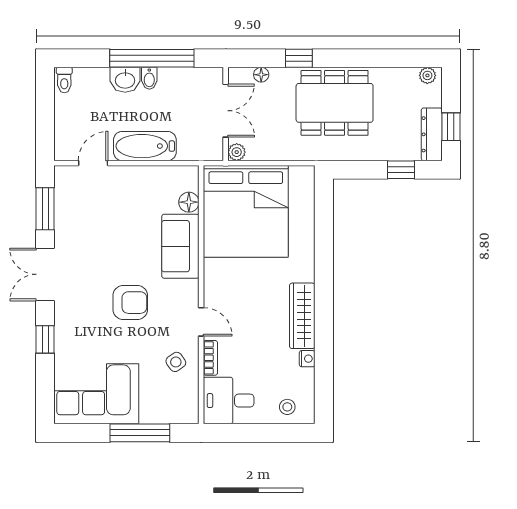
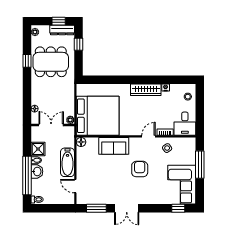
window: (152, 58) -> (27, 175), moved
window: (299, 58) -> (27, 61), moved
shower: (174, 82) -> (38, 149), added
dining table: (335, 103) -> (51, 62), moved, turned 90
floor lamp: (189, 202) -> (81, 142), moved
window: (45, 339) -> (178, 208), moved

